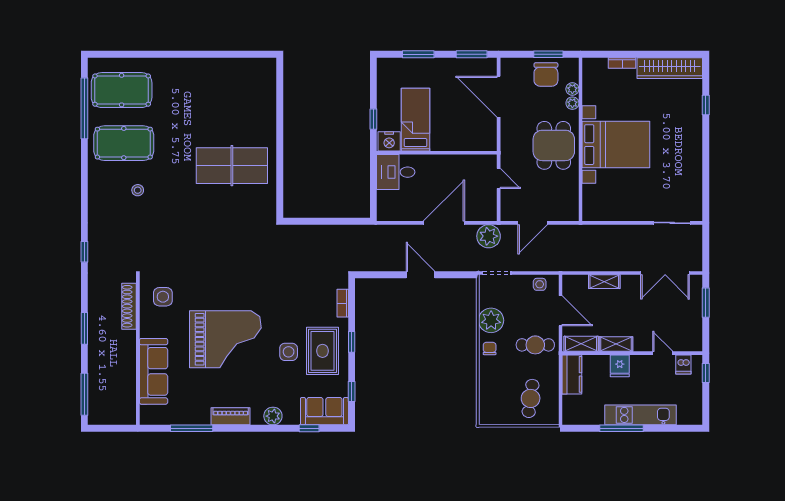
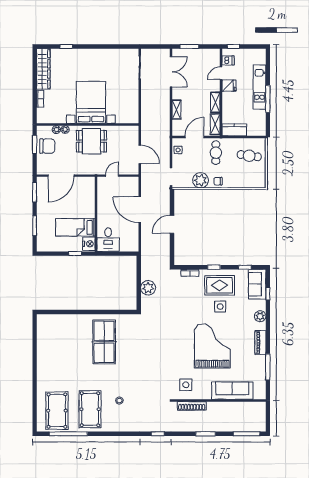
plant: (489, 236) -> (148, 288), moved
fridge: (620, 366) -> (229, 86), moved

